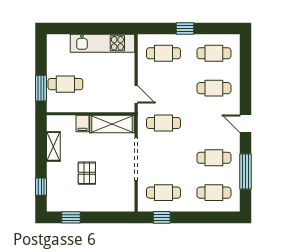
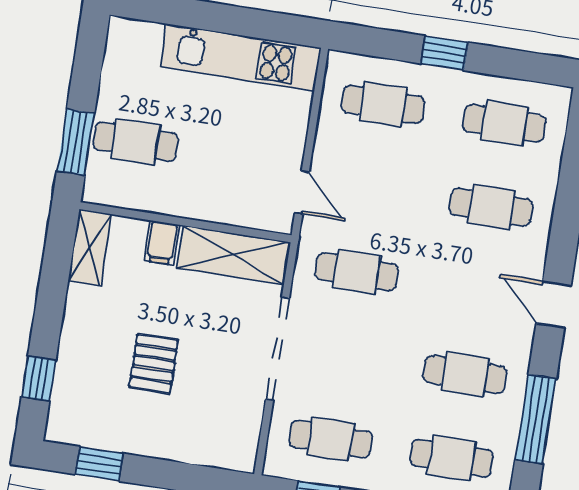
shelving: (53, 146) -> (90, 248), moved

